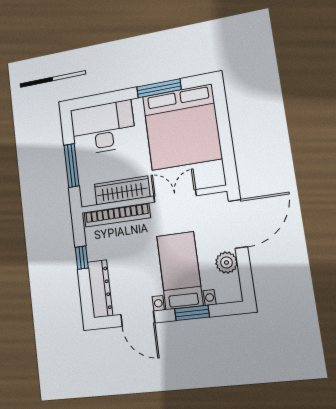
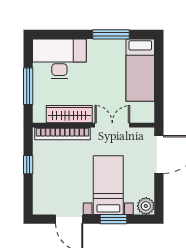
bed: (182, 127) -> (140, 70), width x0.49
plant: (227, 263) -> (146, 206), moved
dresser: (100, 289) -> (41, 192), removed

